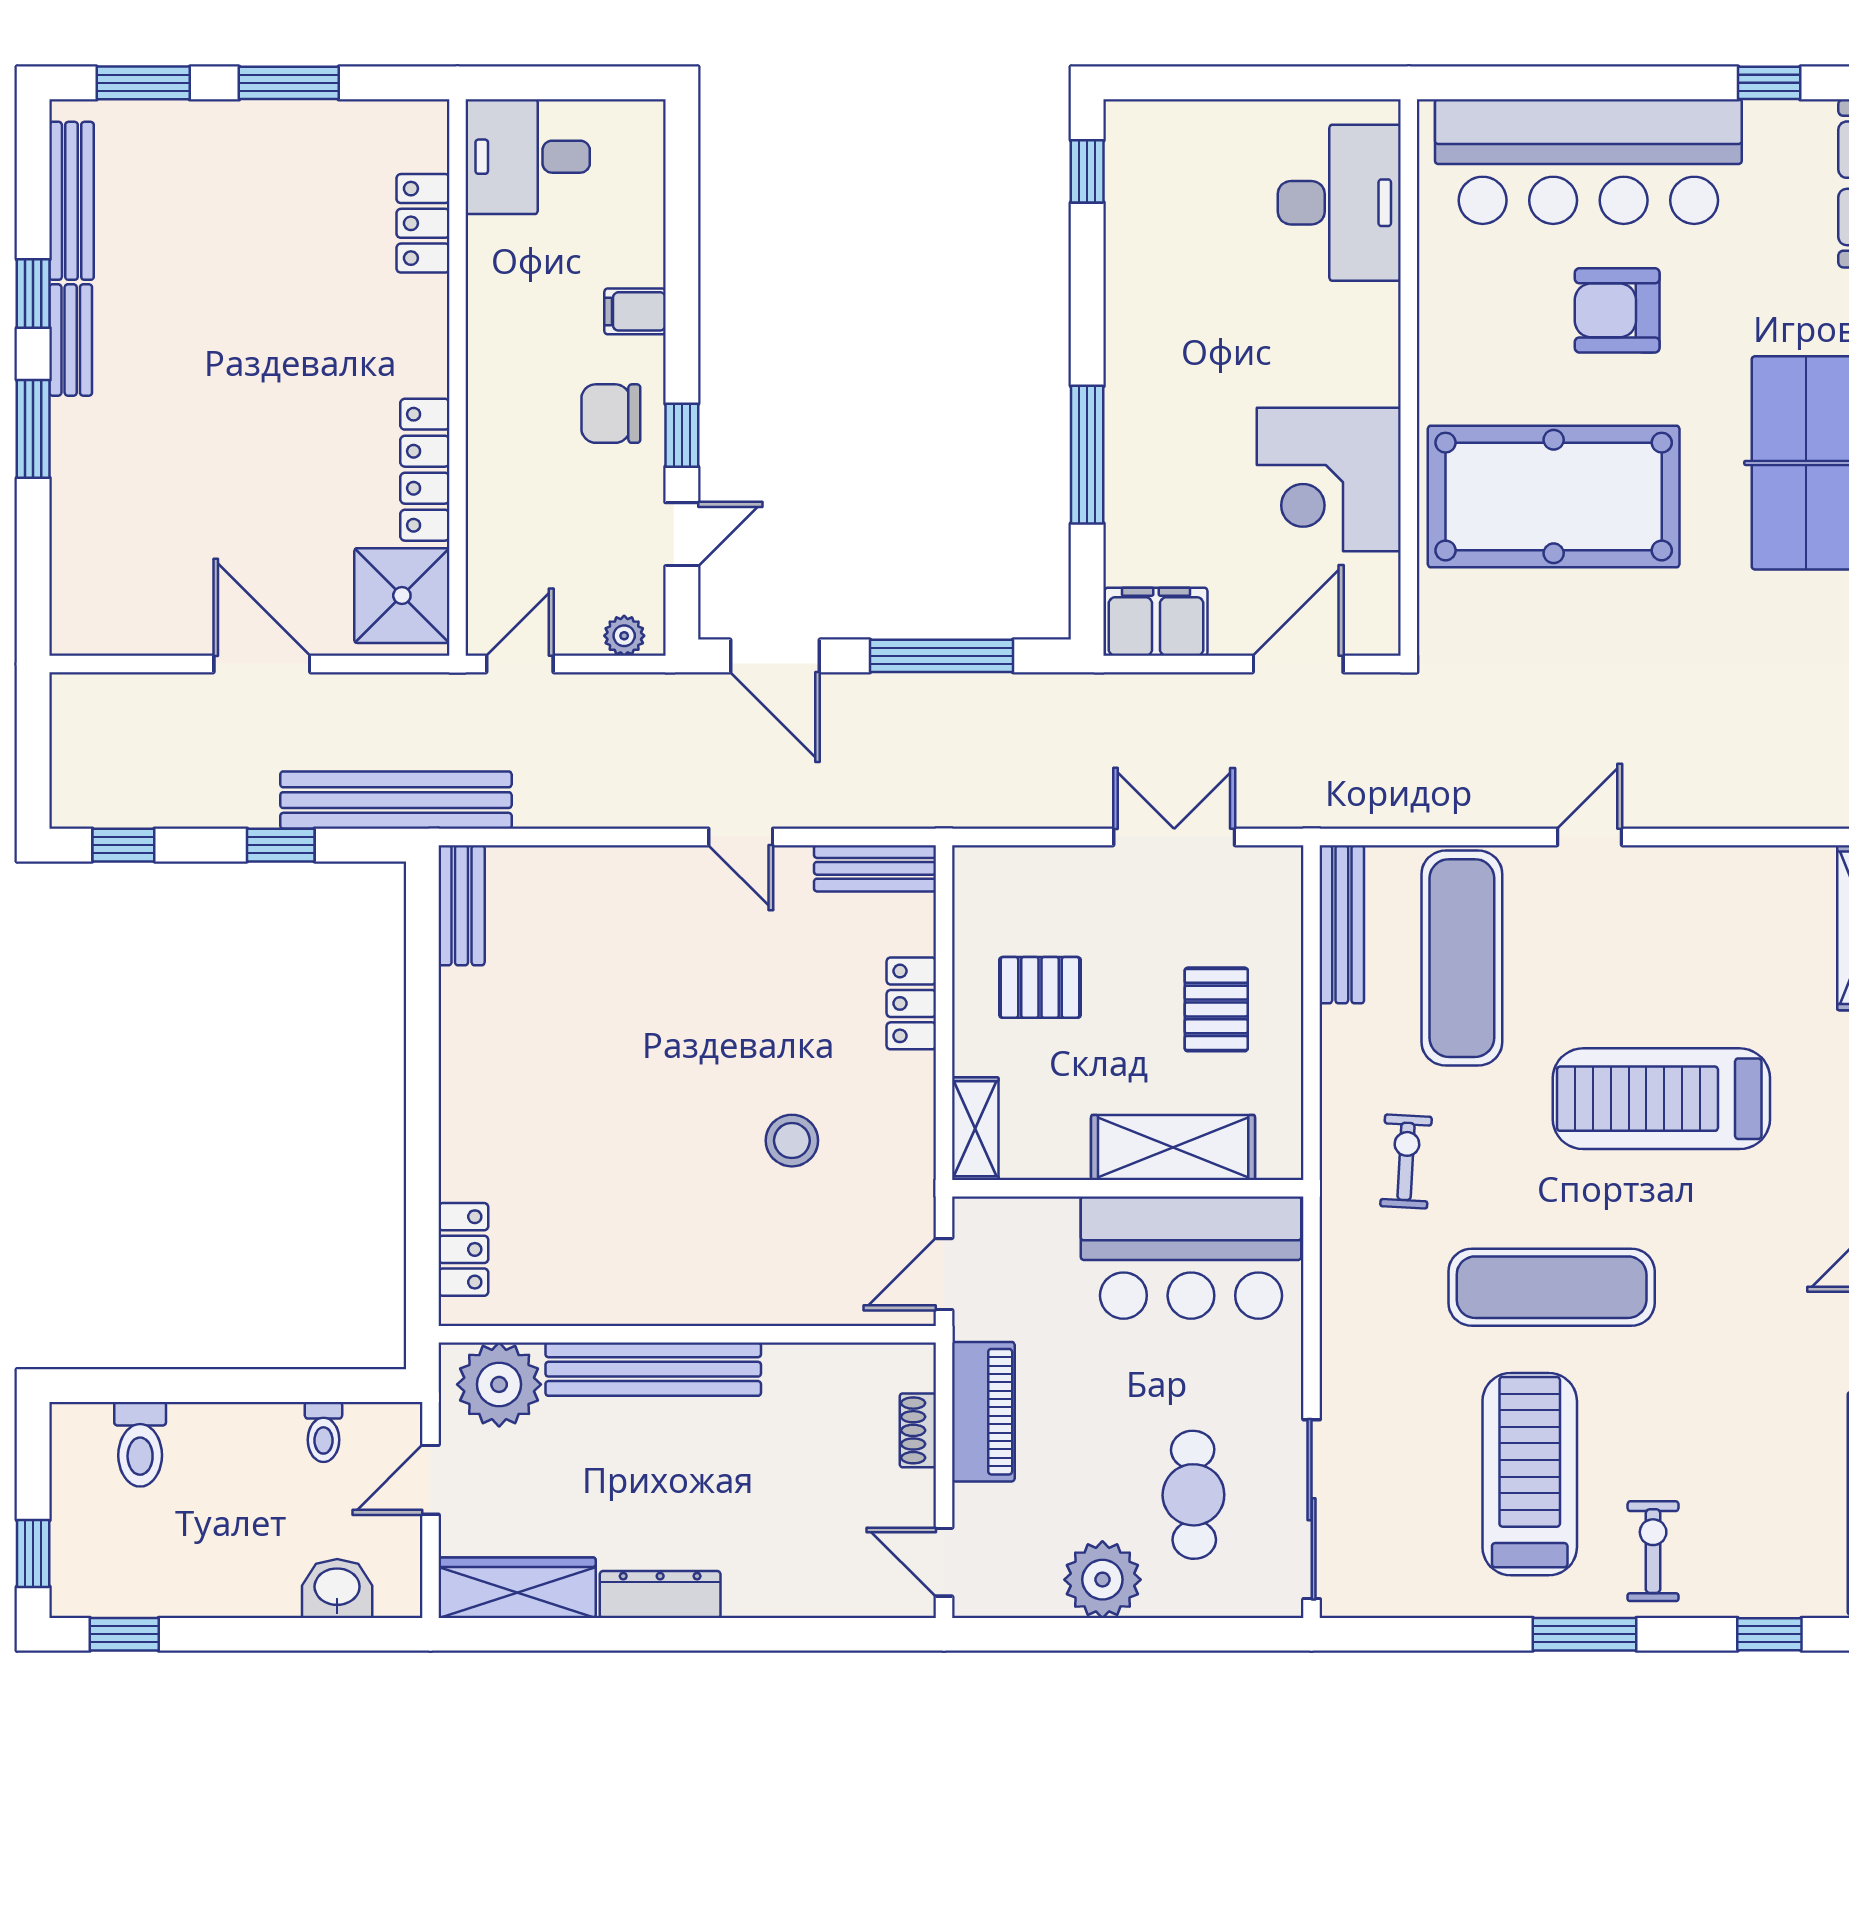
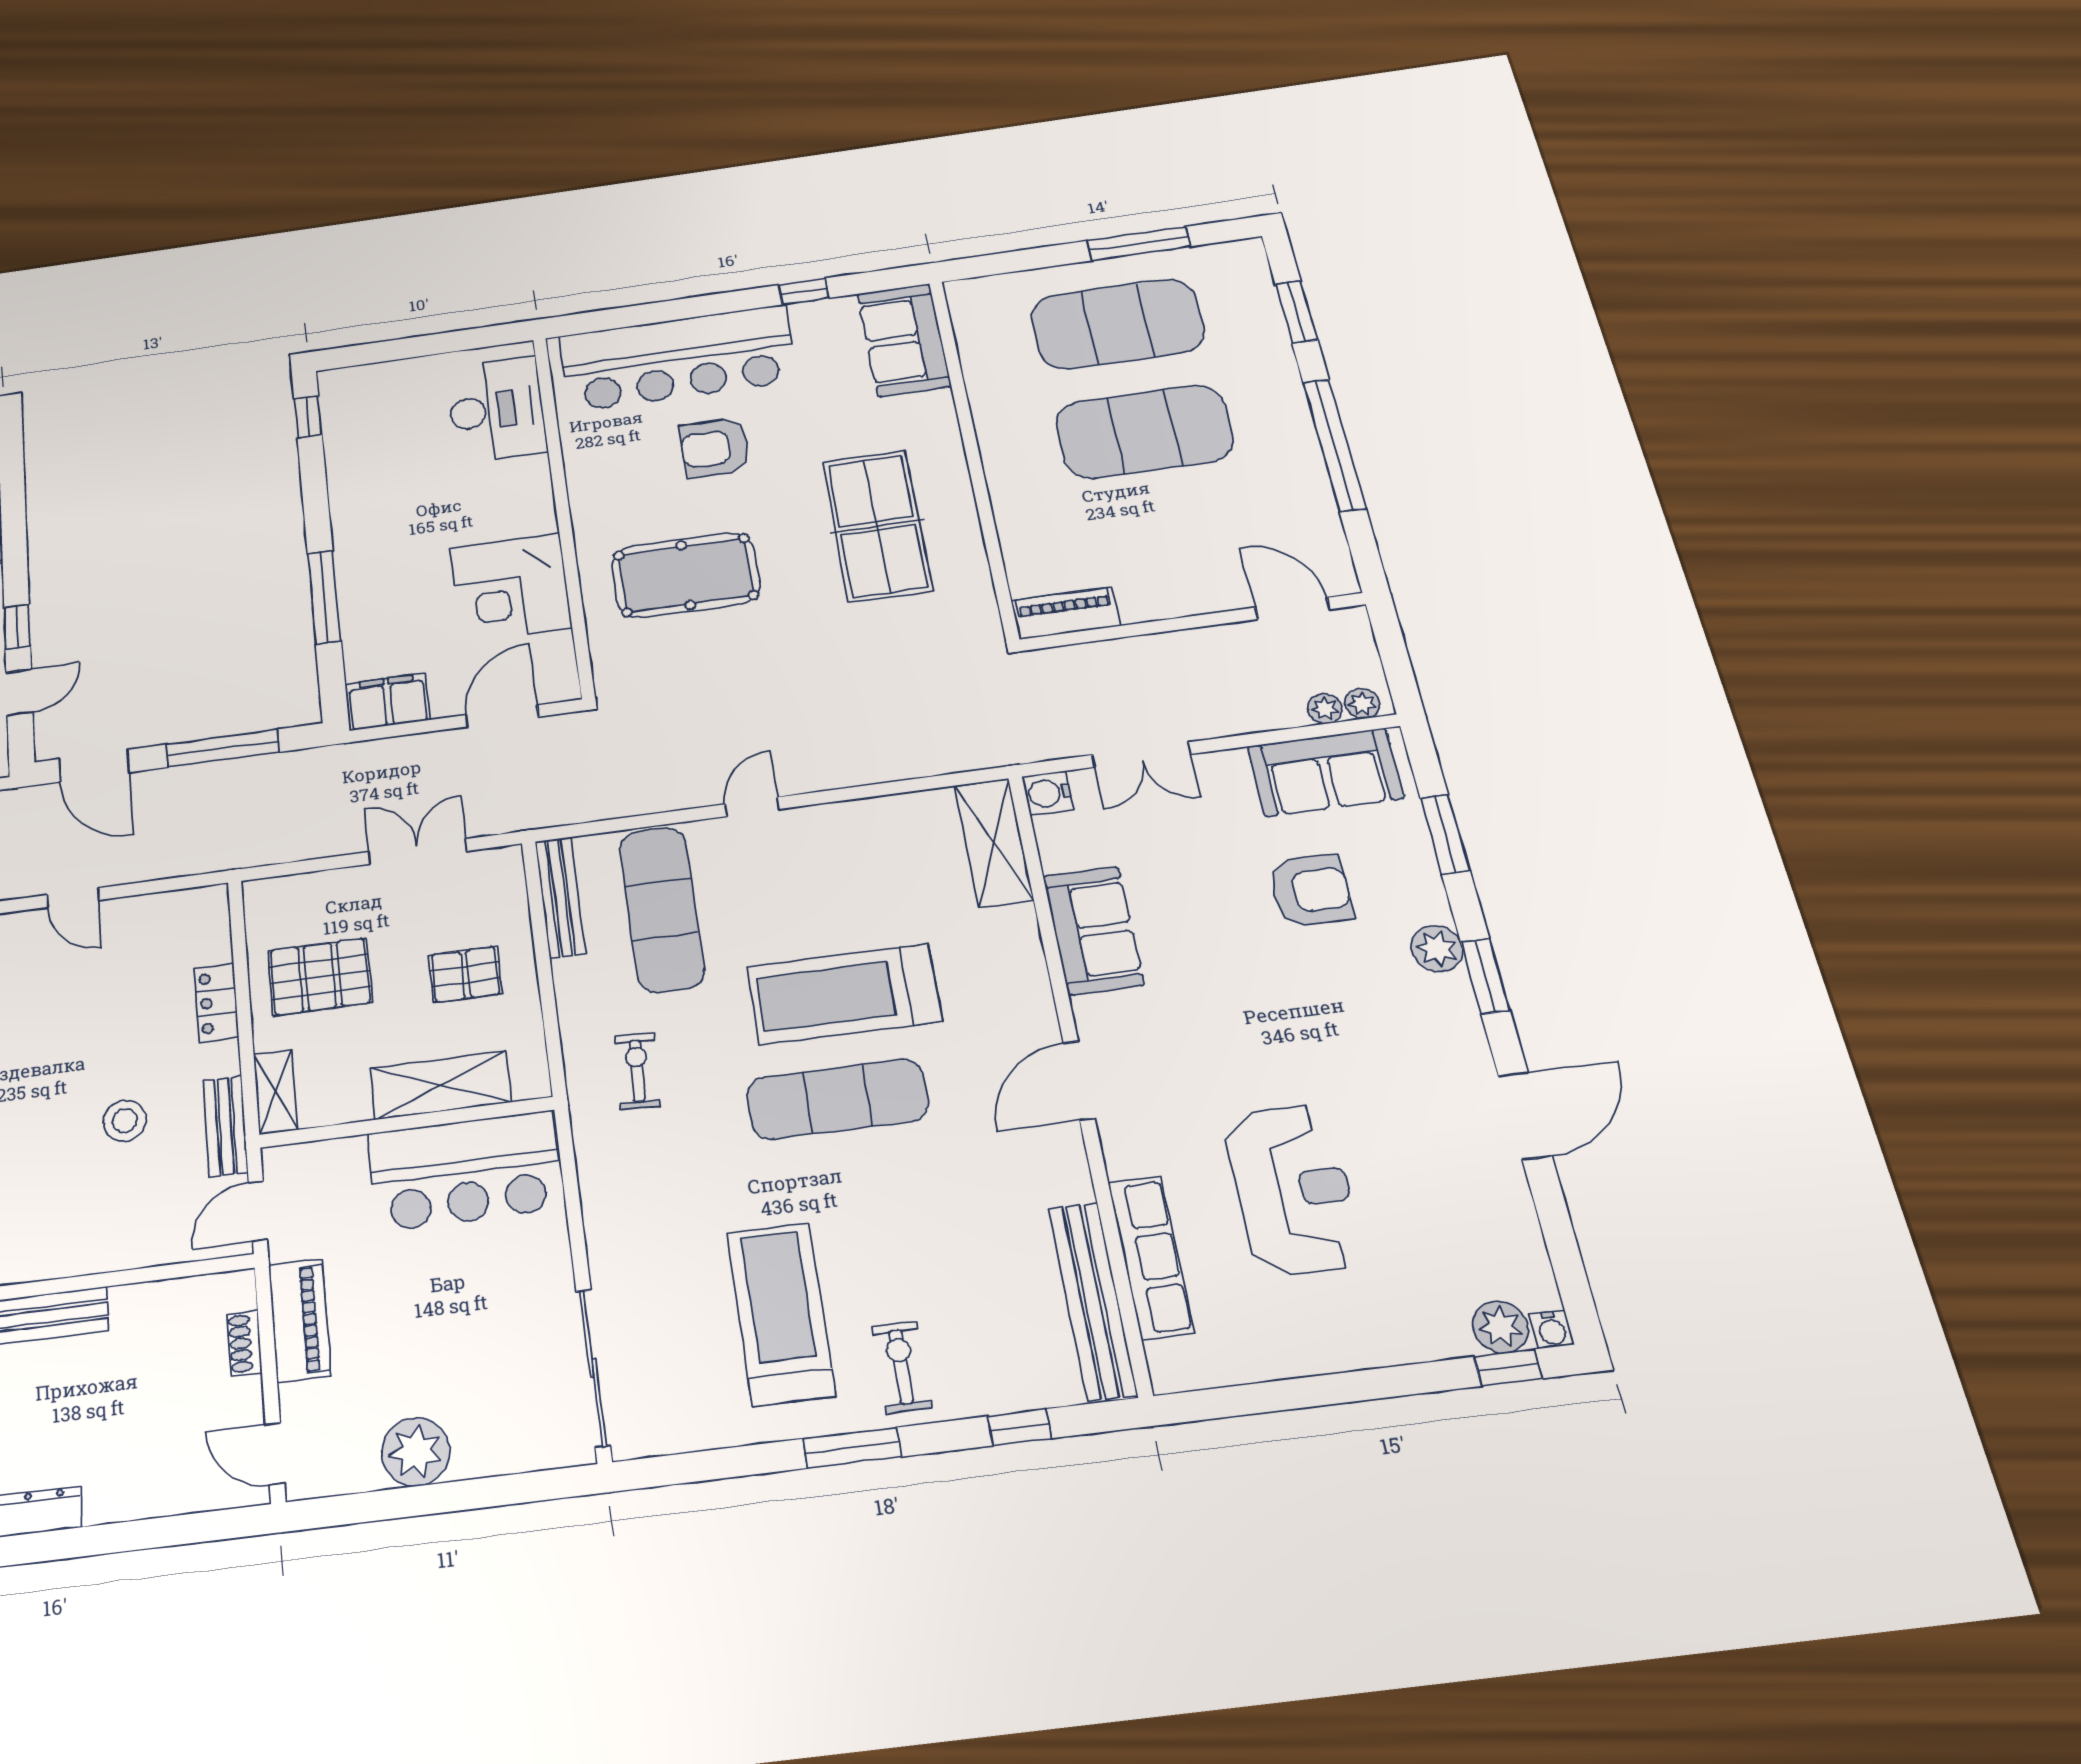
pool table: (1554, 497) -> (686, 575), width x0.73, depth x0.76
bench: (875, 868) -> (226, 1126), moved, turned 90
pallet: (1040, 987) -> (320, 977), width x1.50, depth x1.42
pallet: (1216, 1009) -> (465, 974), turned 90
exercise mat: (1552, 1287) -> (837, 1099), moved
cafe table: (1193, 1495) -> (488, 1368), removed

